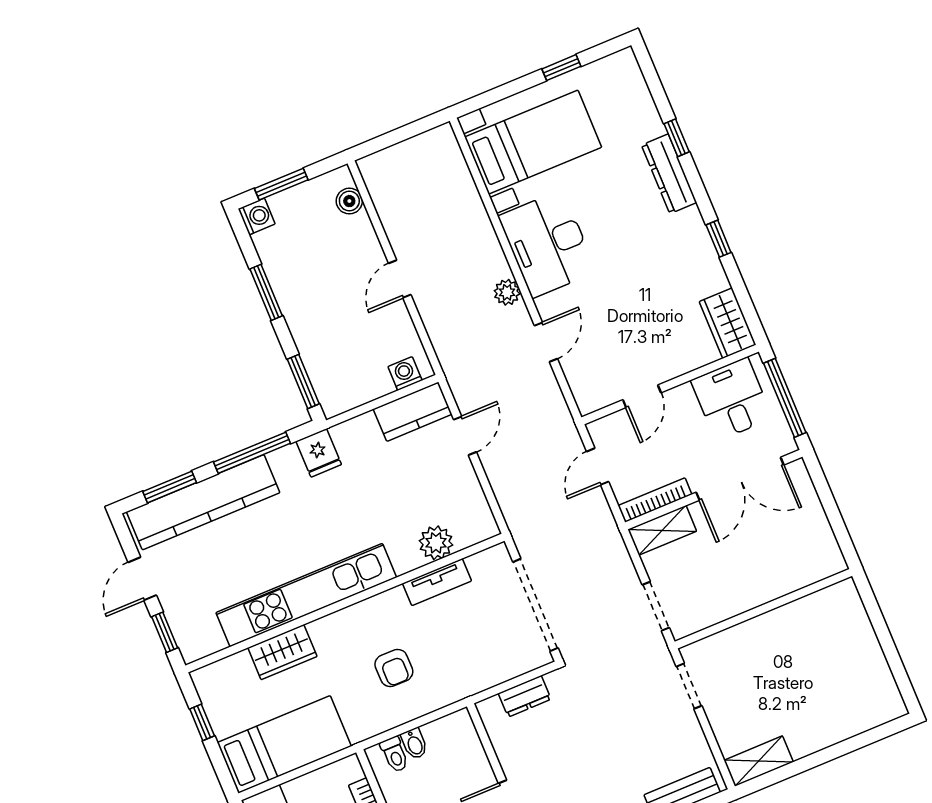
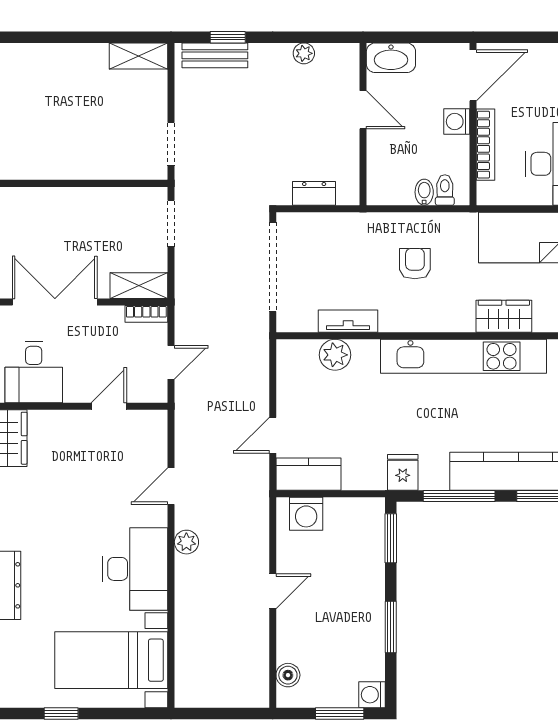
washing machine: (405, 373) -> (306, 514), width x1.38, depth x1.38
bookcase: (655, 500) -> (146, 314), width x0.64

